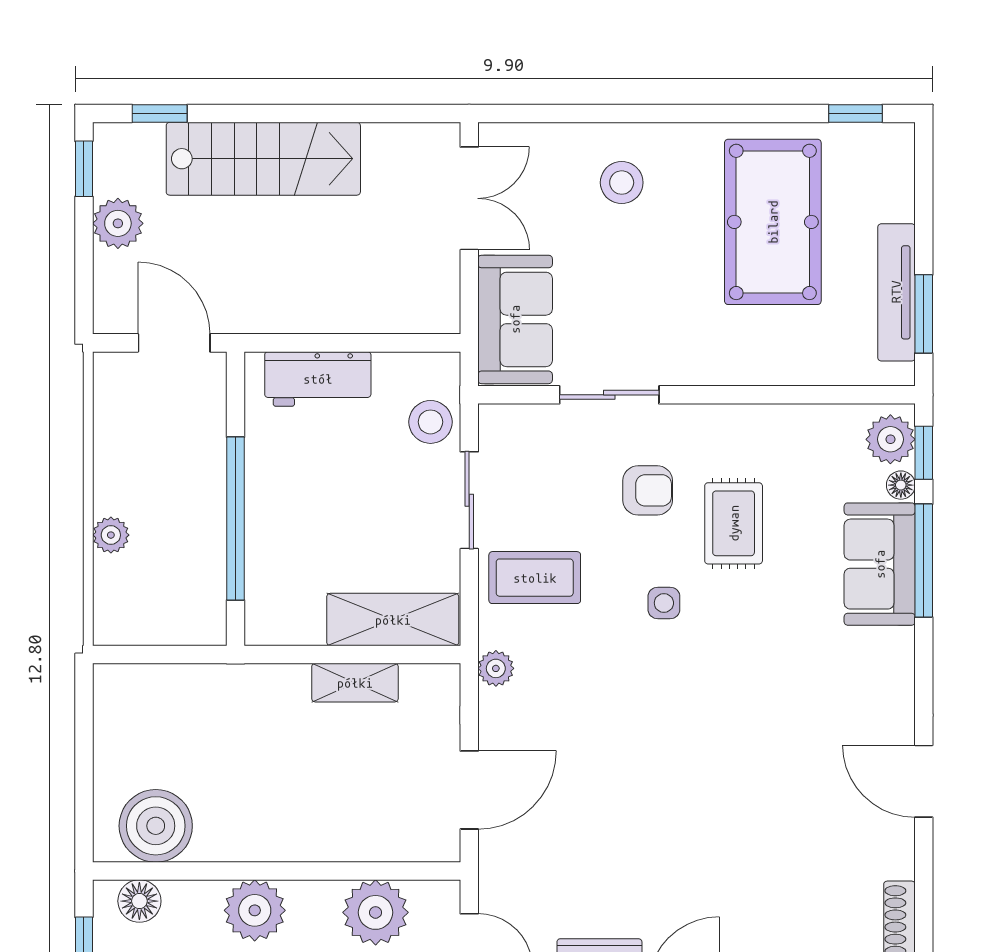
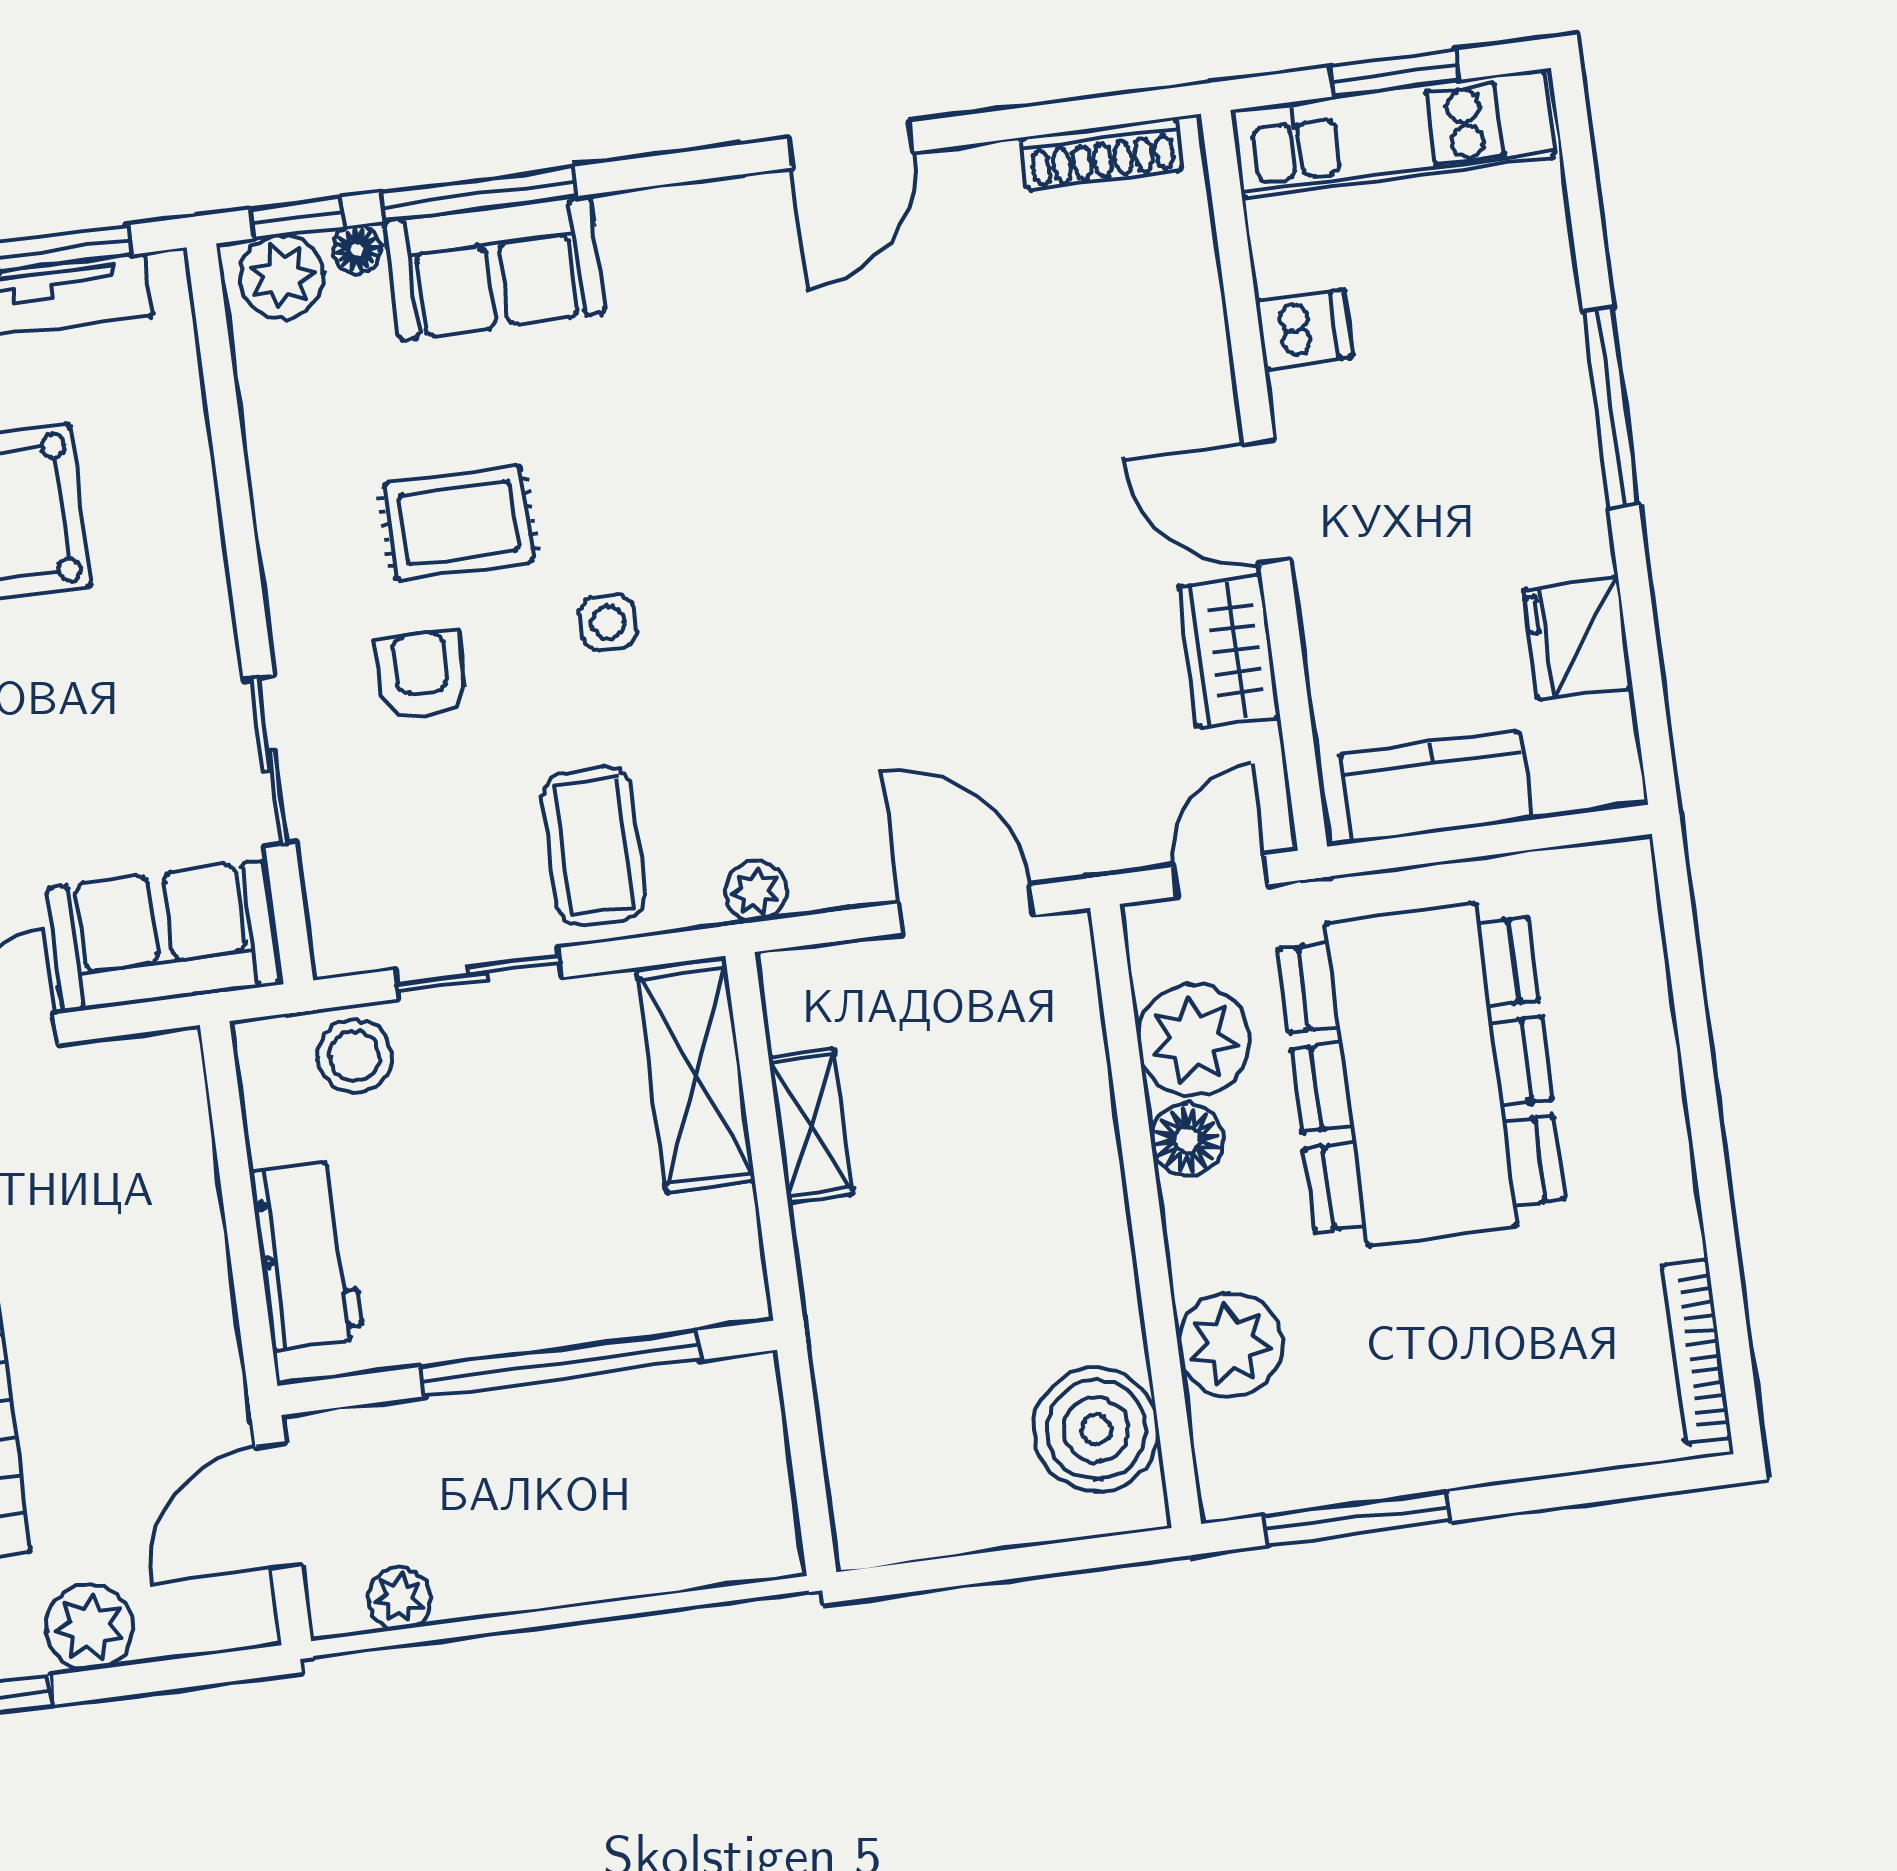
plant: (111, 535) -> (400, 1598), moved
floor lamp: (139, 901) -> (1187, 1140), moved
plant: (255, 910) -> (1230, 1345), moved

